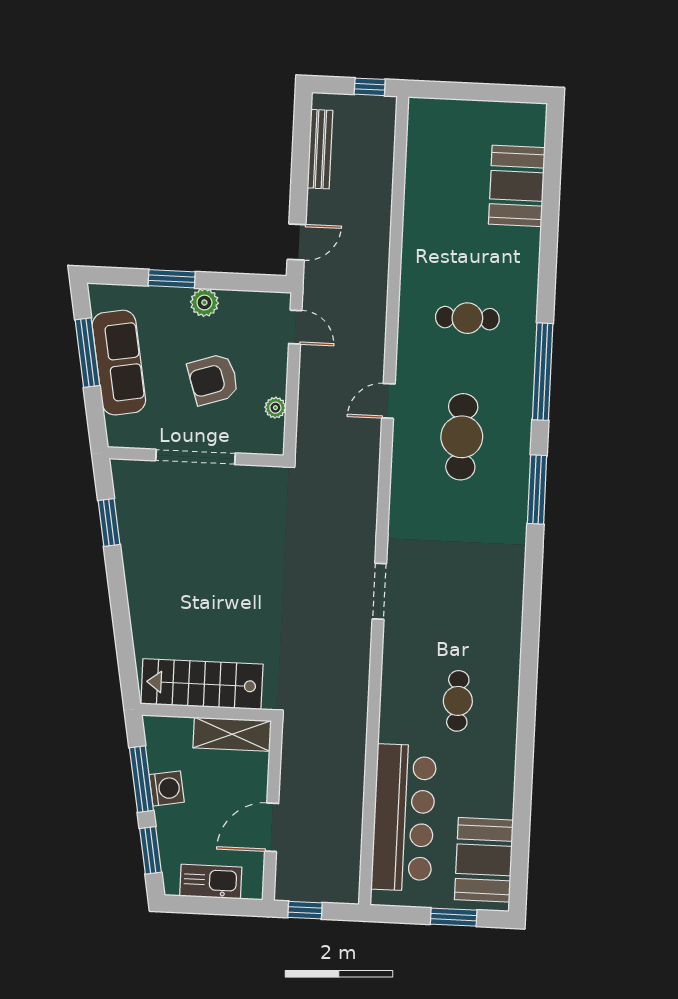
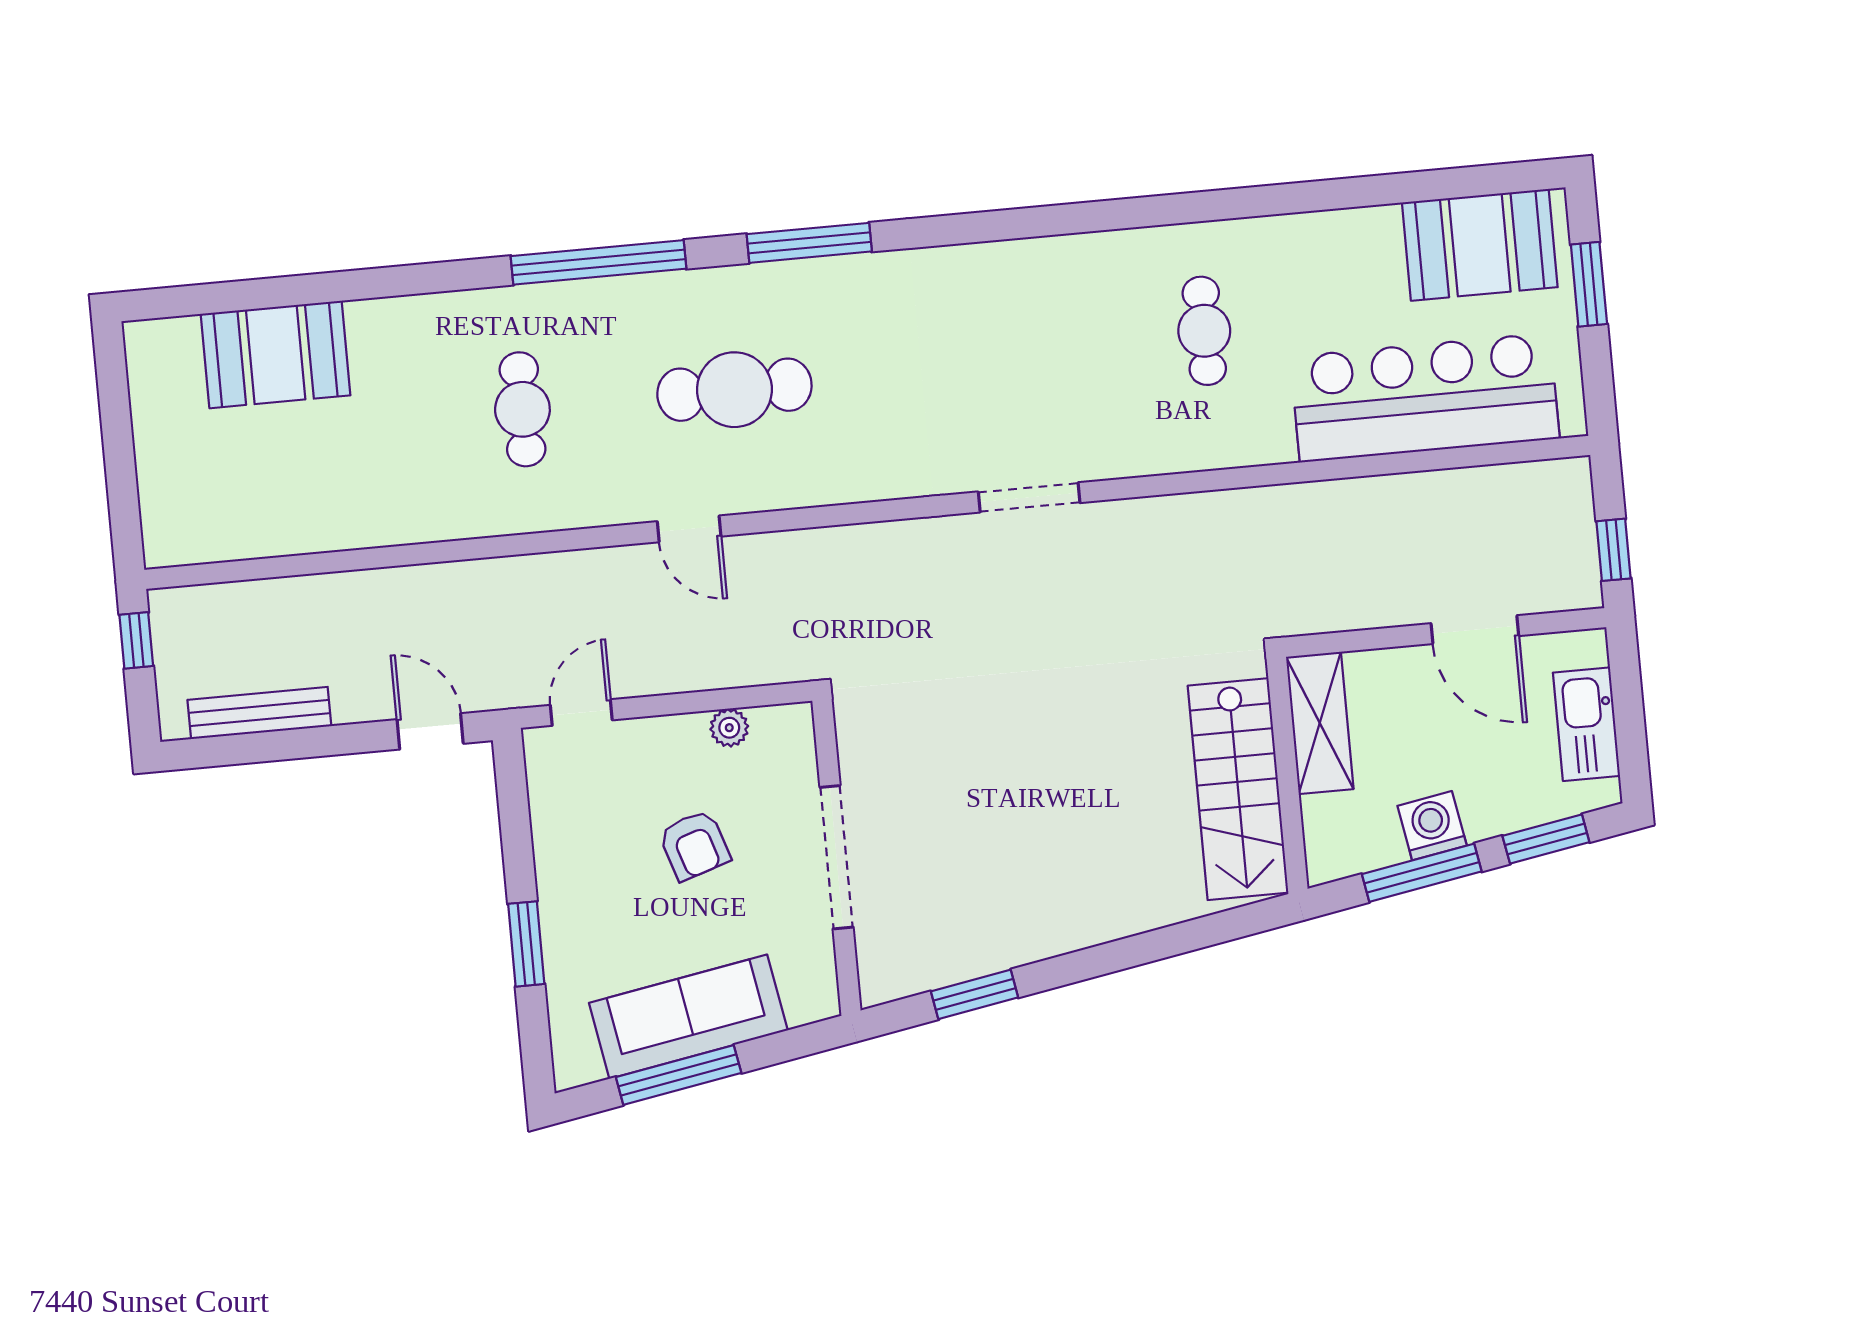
plant: (204, 303) -> (560, 880), removed
armchair: (213, 379) -> (694, 845), width x0.72, depth x0.72
cafe table: (458, 701) -> (1204, 331), turned 90

